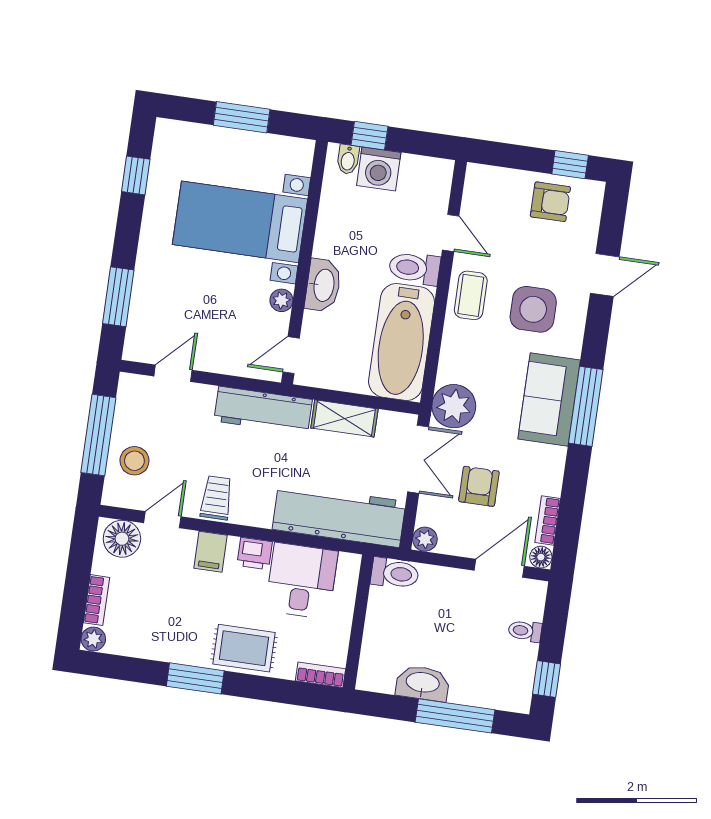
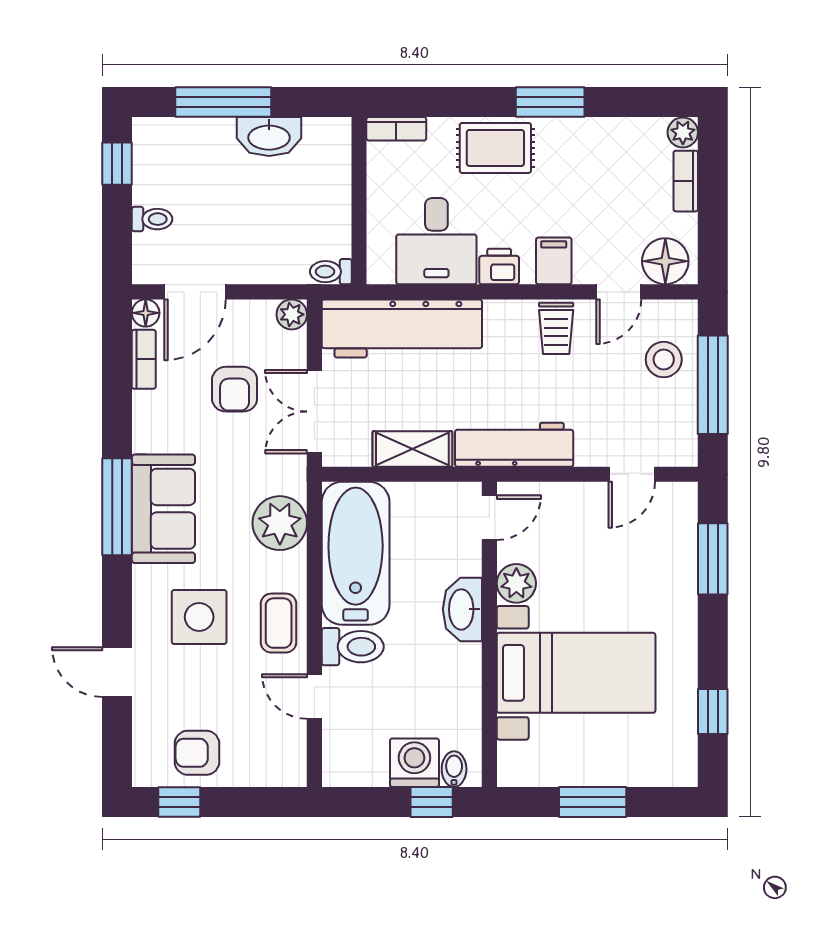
door: (605, 275) -> (117, 672), hinge flipped
plant: (281, 300) -> (516, 583), width x1.38, depth x1.38
plant: (454, 406) -> (280, 523), moved
toilet: (395, 573) -> (331, 272), width x0.73, depth x0.72

